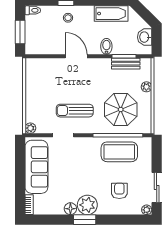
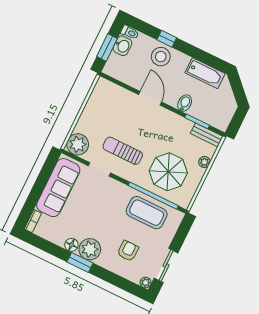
stool: (68, 18) -> (161, 57), width x1.89, depth x1.89
washbasin: (145, 37) -> (122, 46), moved, turned 180
bench: (126, 64) -> (207, 135), moved
plant: (30, 128) -> (78, 144), width x1.88, depth x1.88

